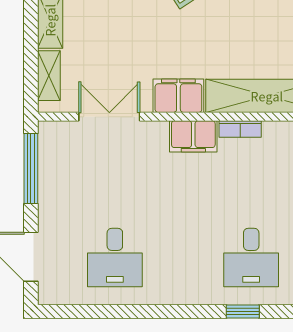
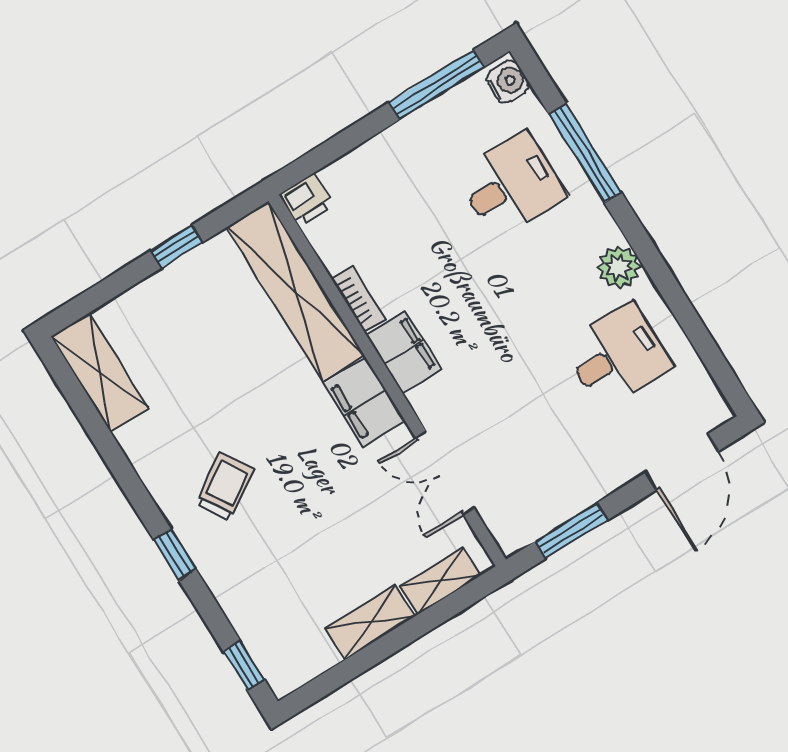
window: (31, 169) -> (571, 531), width x0.69
plant: (165, 290) -> (619, 267), added
window: (243, 311) -> (585, 153), width x2.17

